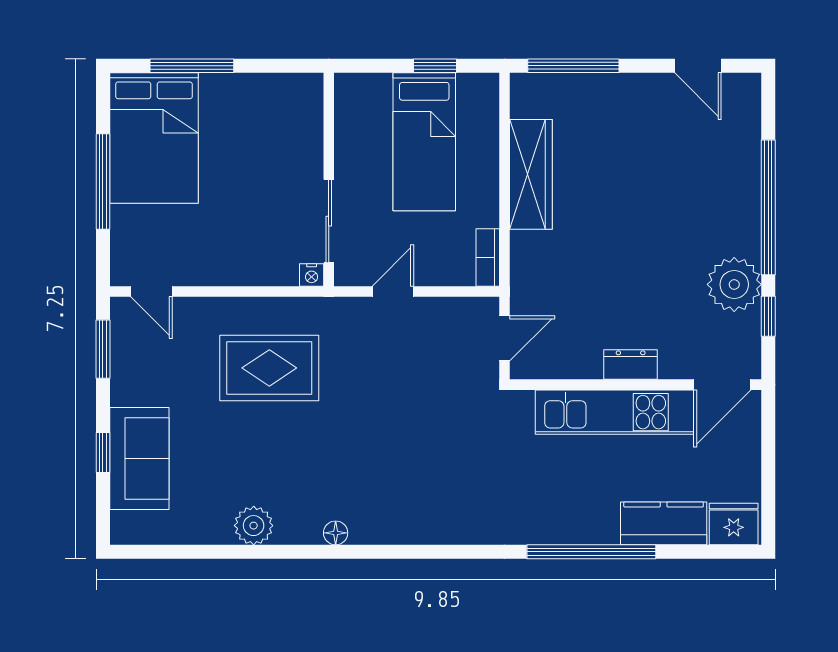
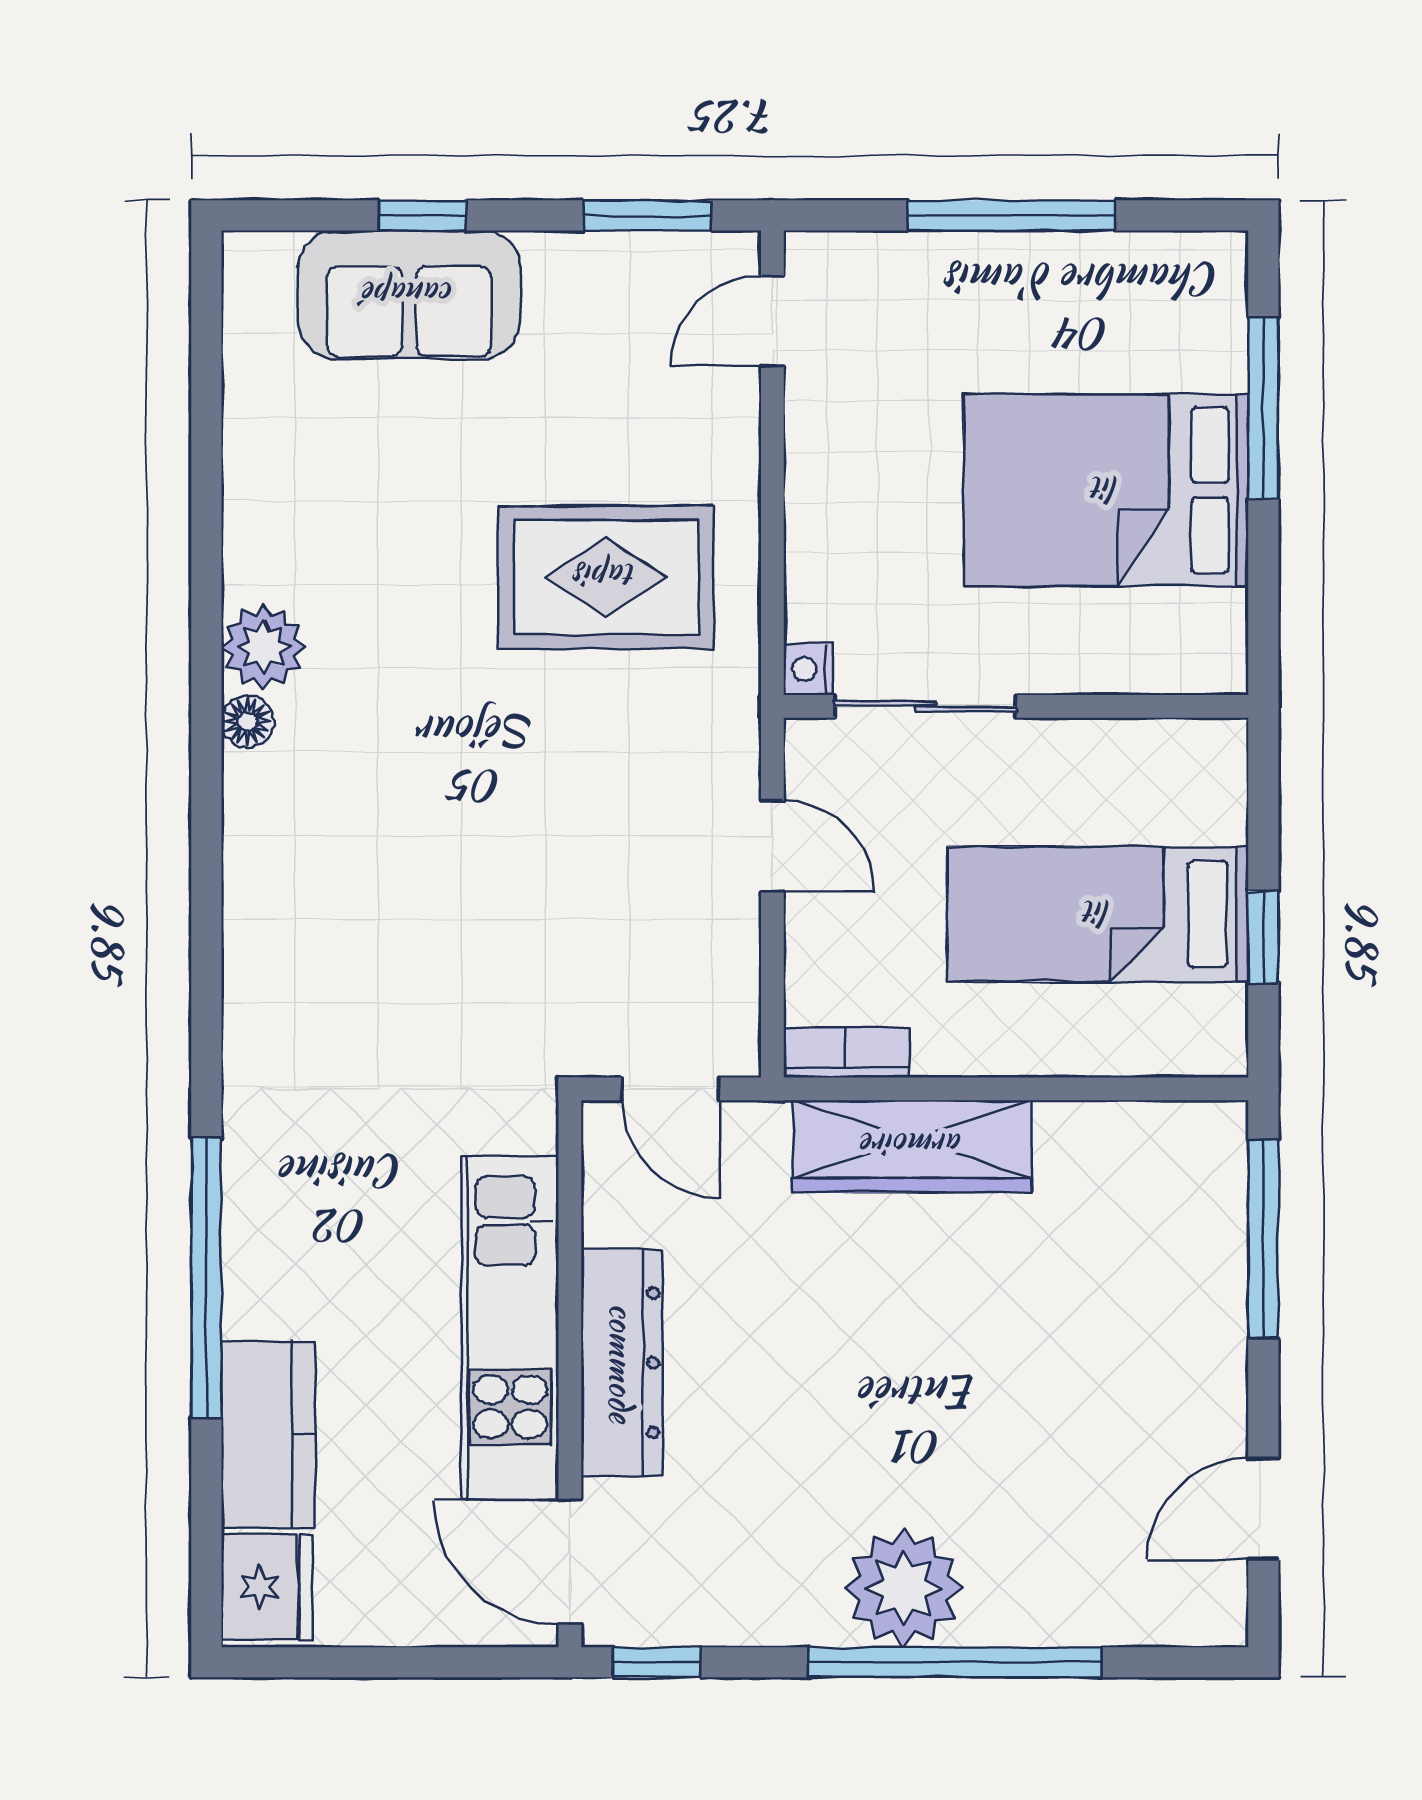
bed: (154, 138) -> (1106, 490), moved
wardrobe: (531, 174) -> (912, 1146), moved
plant: (734, 284) -> (904, 1588), moved
window: (768, 316) -> (657, 1662), moved
dresser: (631, 365) -> (622, 1363), width x1.96, depth x1.24
rug: (269, 368) -> (606, 577), turned 90
plant: (254, 526) -> (263, 647), moved

